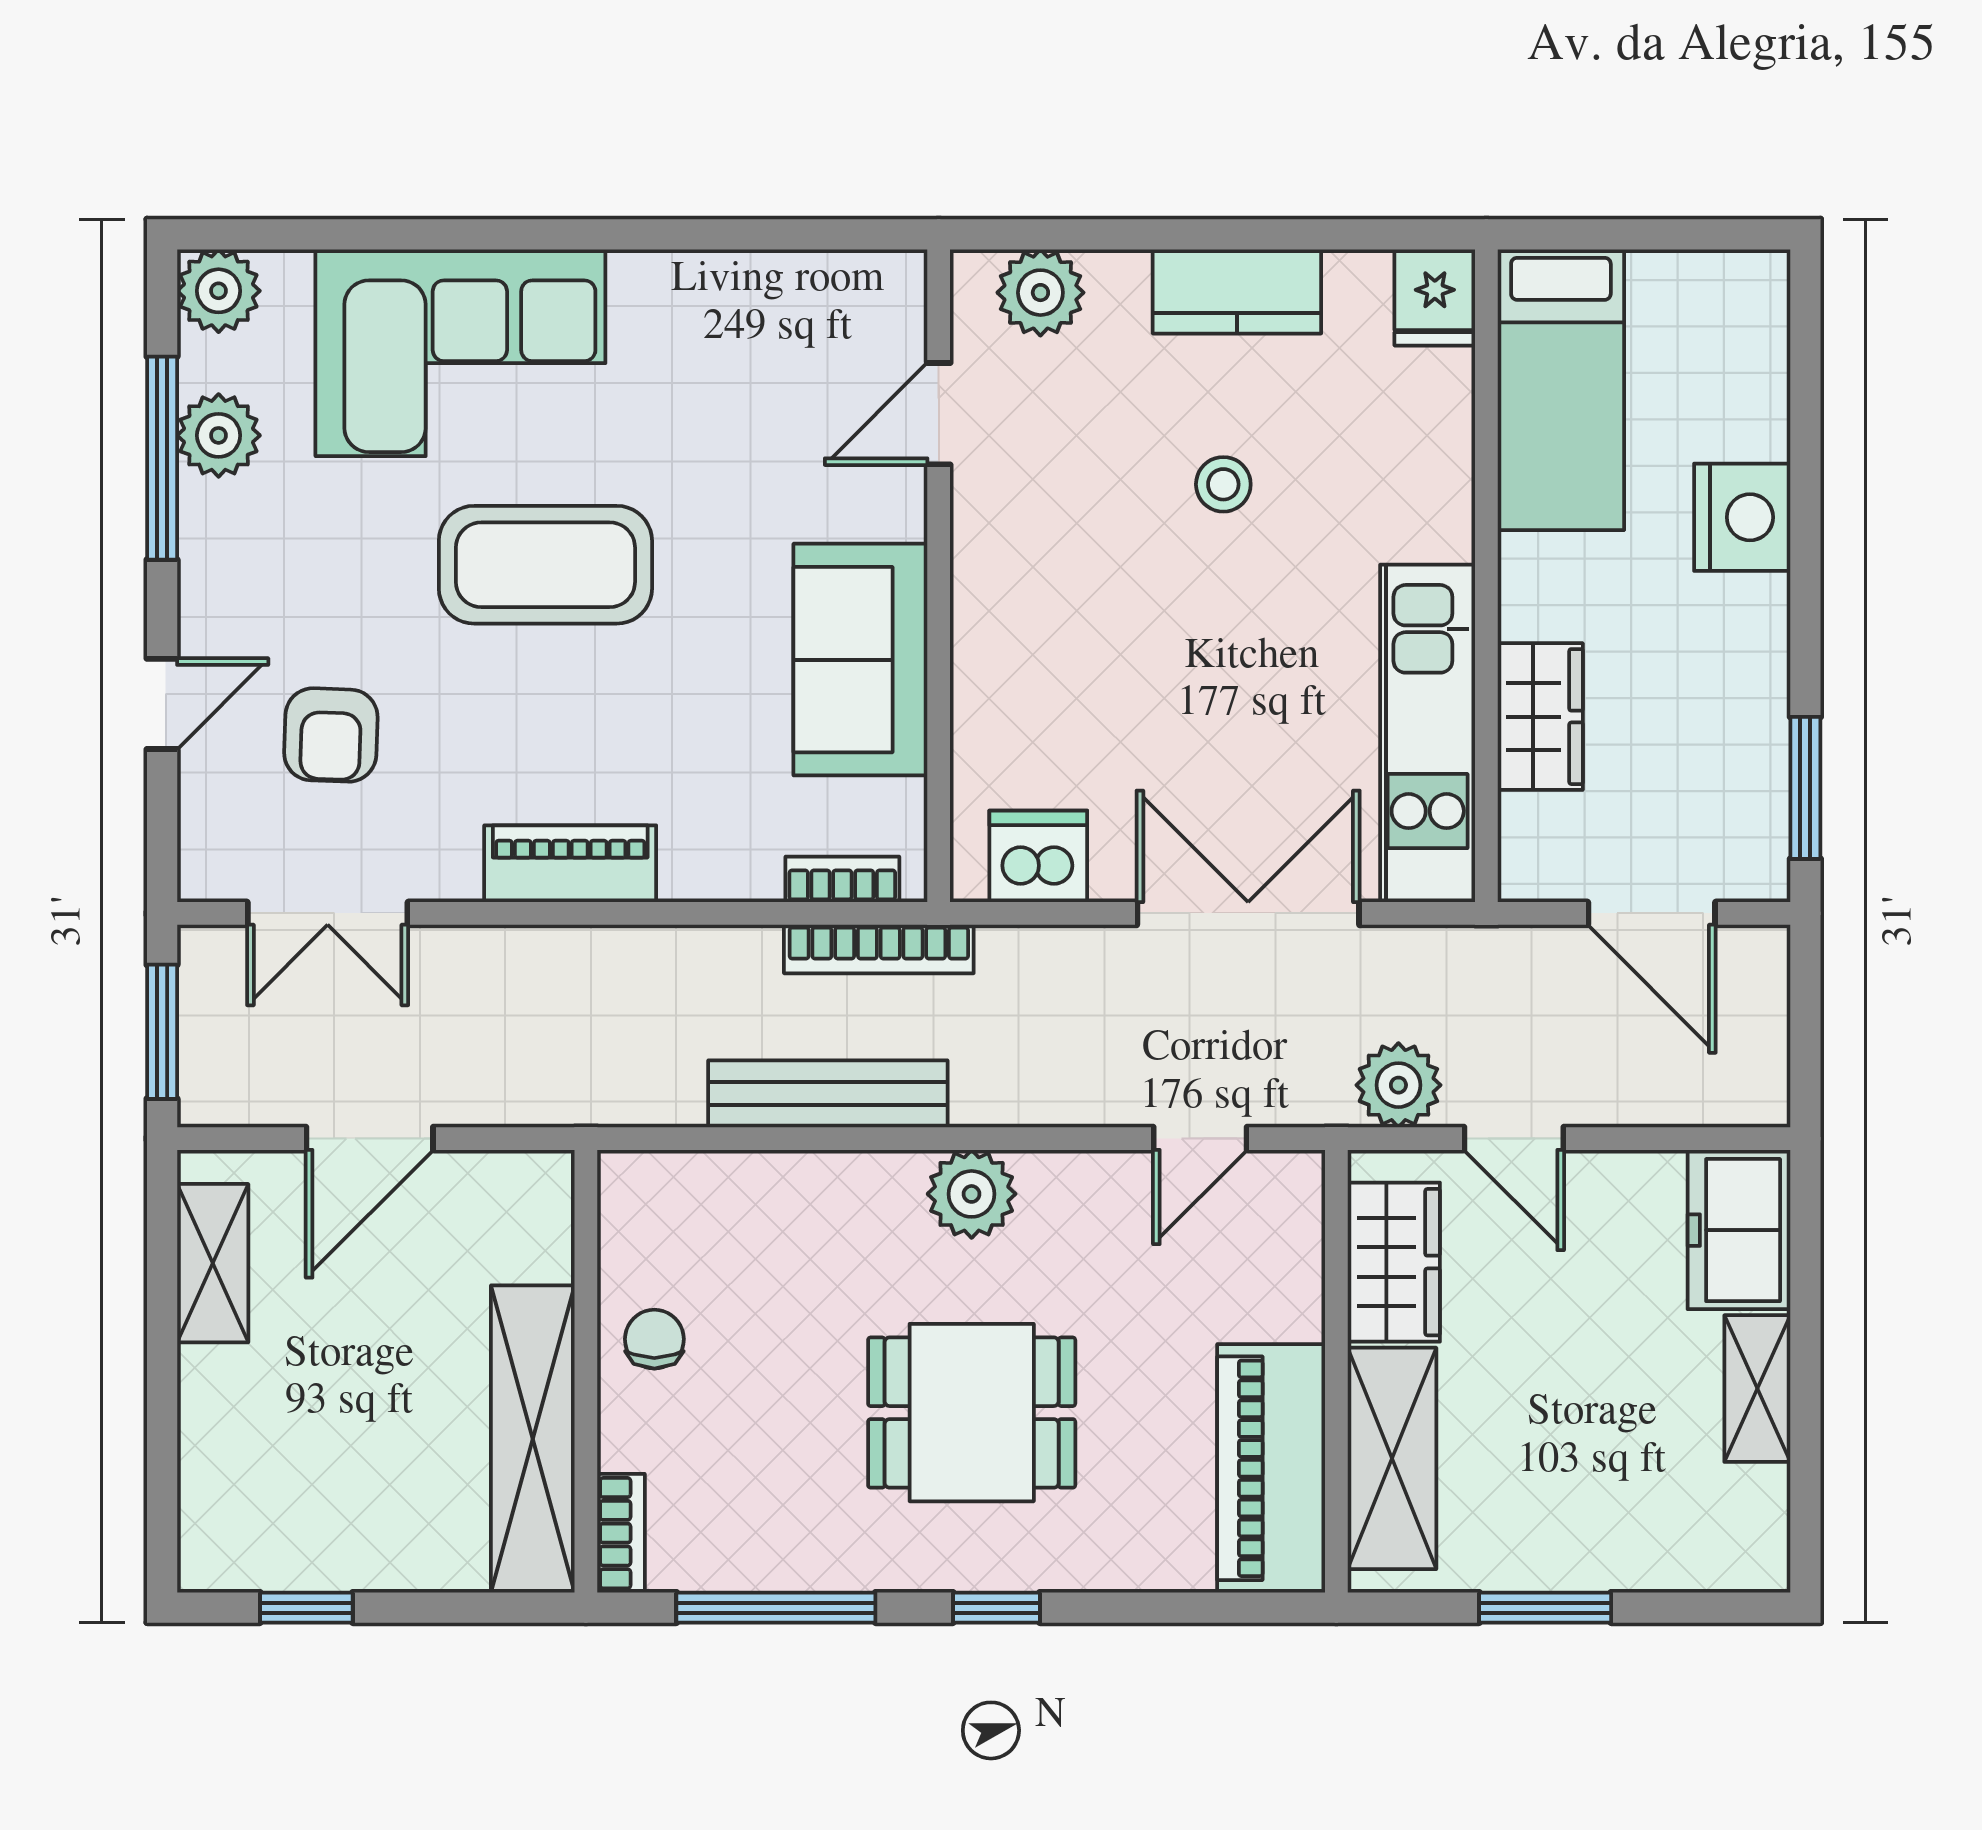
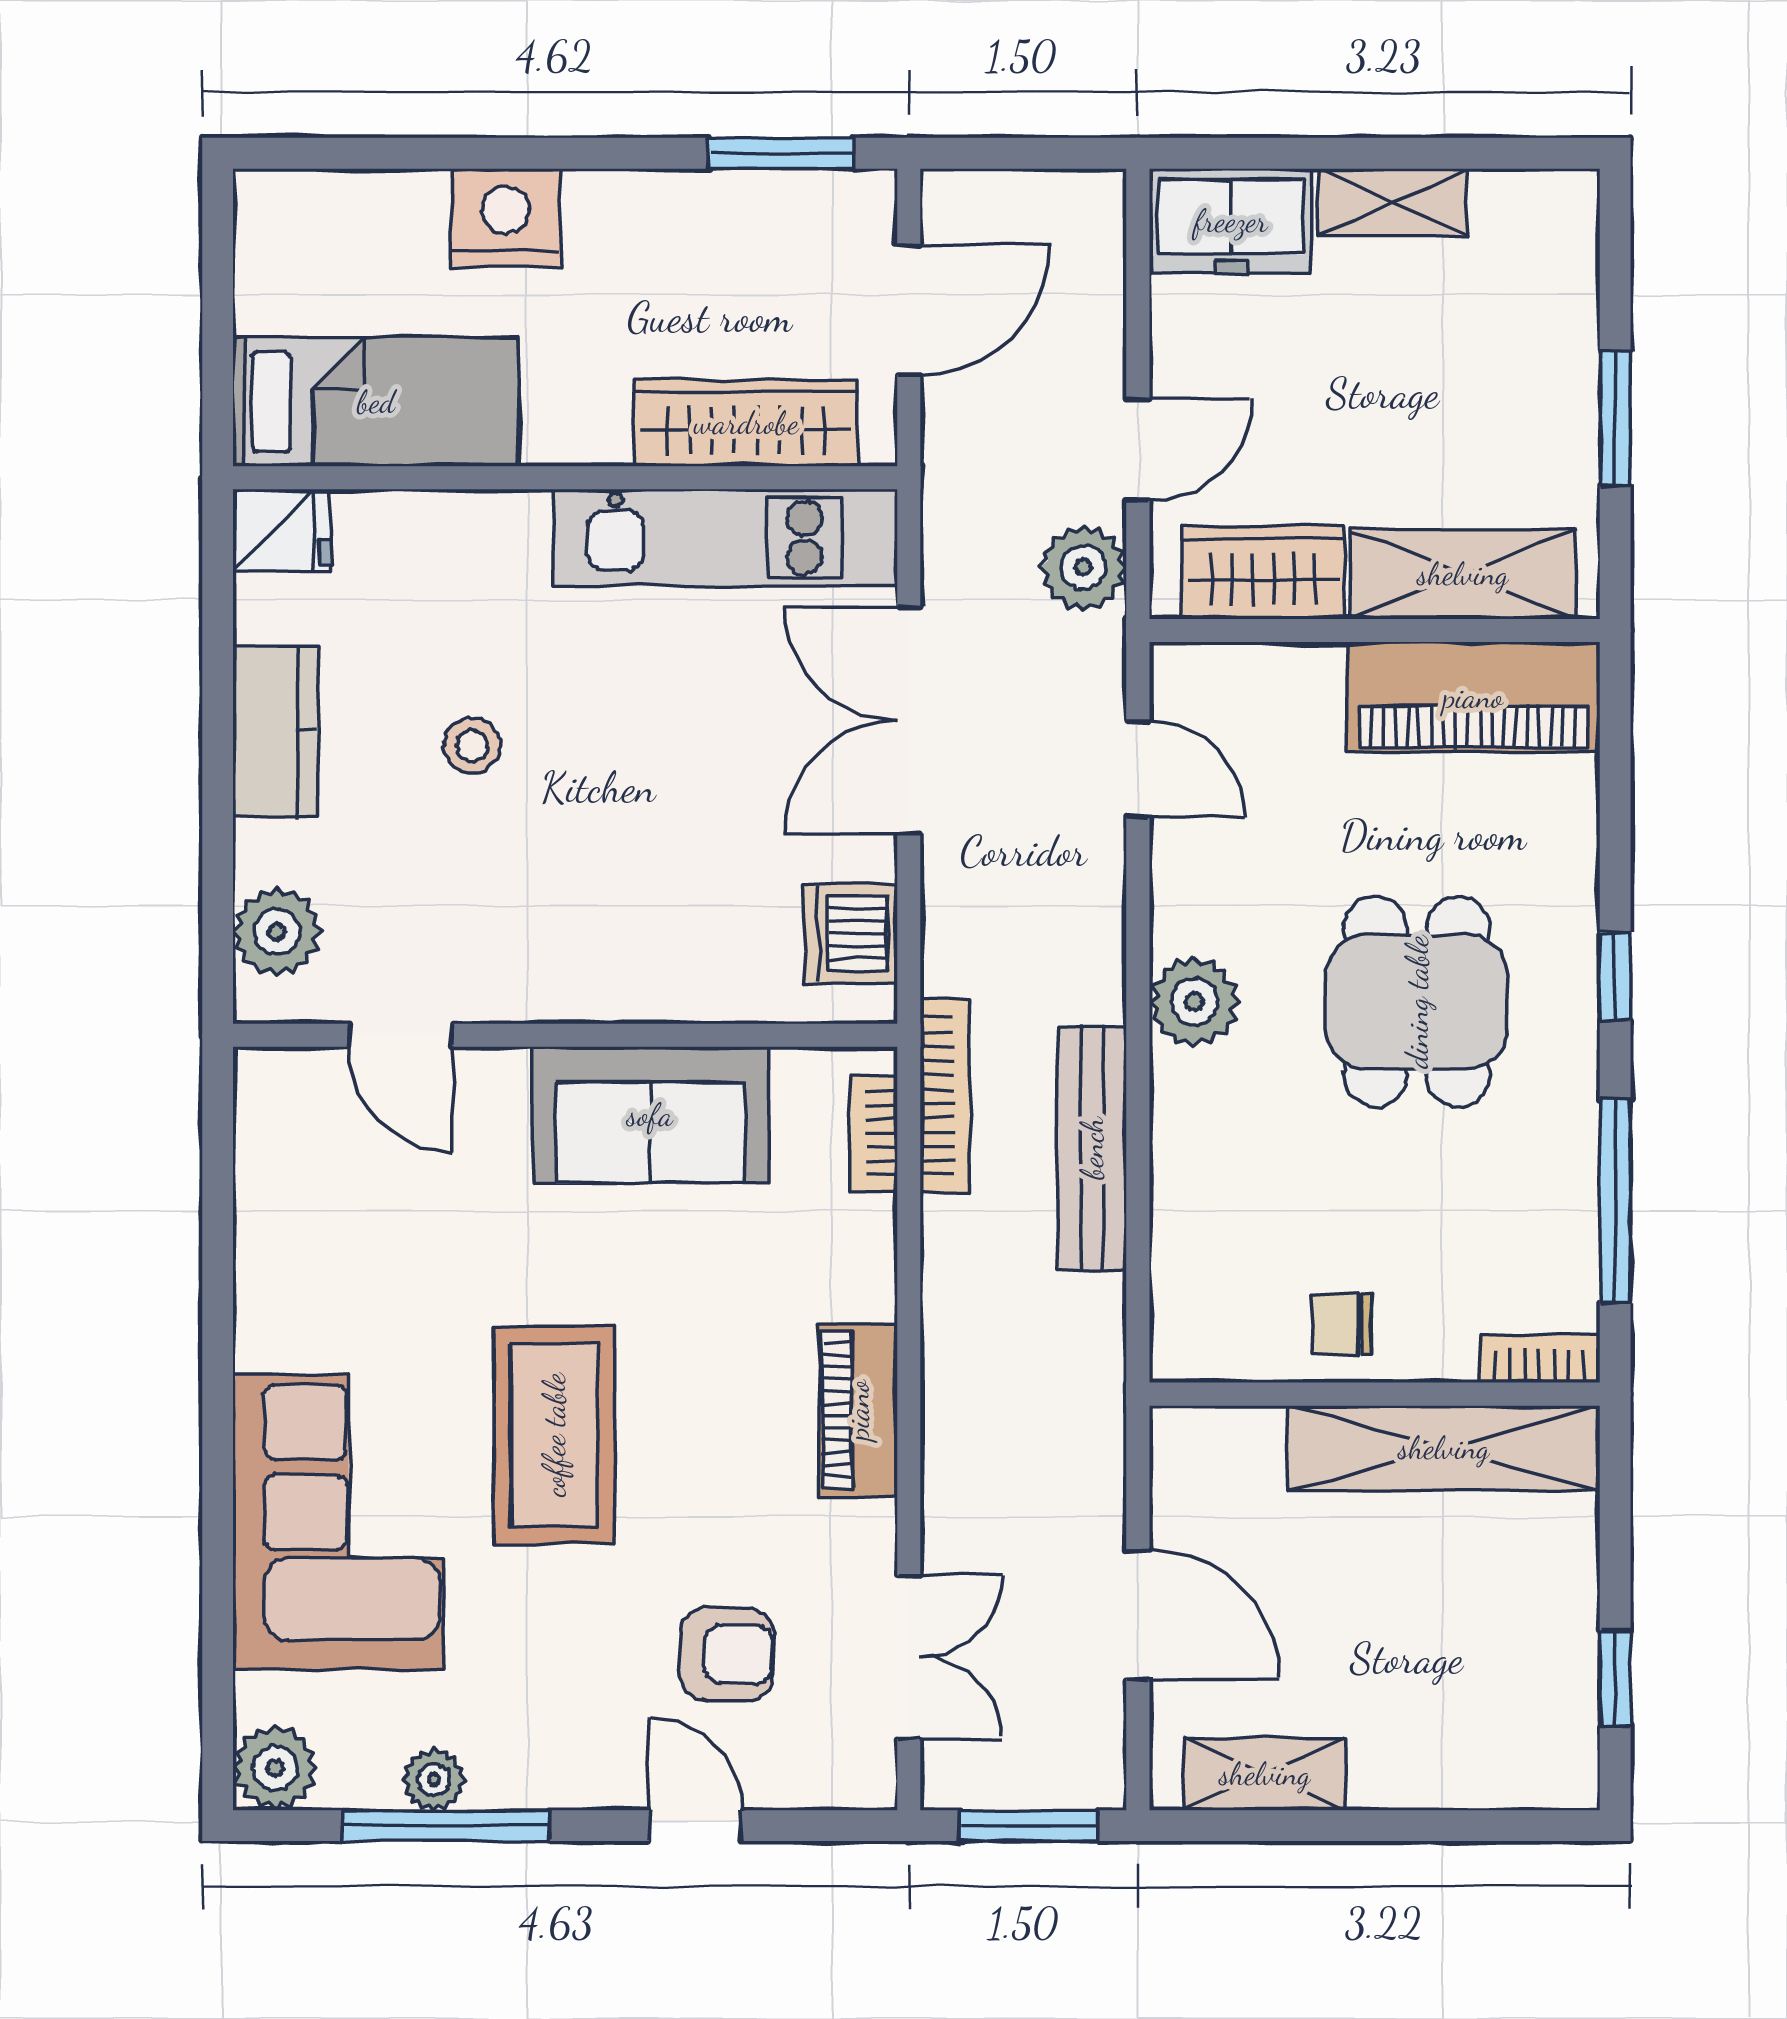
plant: (219, 435) -> (434, 1780), width x0.73, depth x0.73
wardrobe: (1540, 717) -> (746, 423), width x1.50

